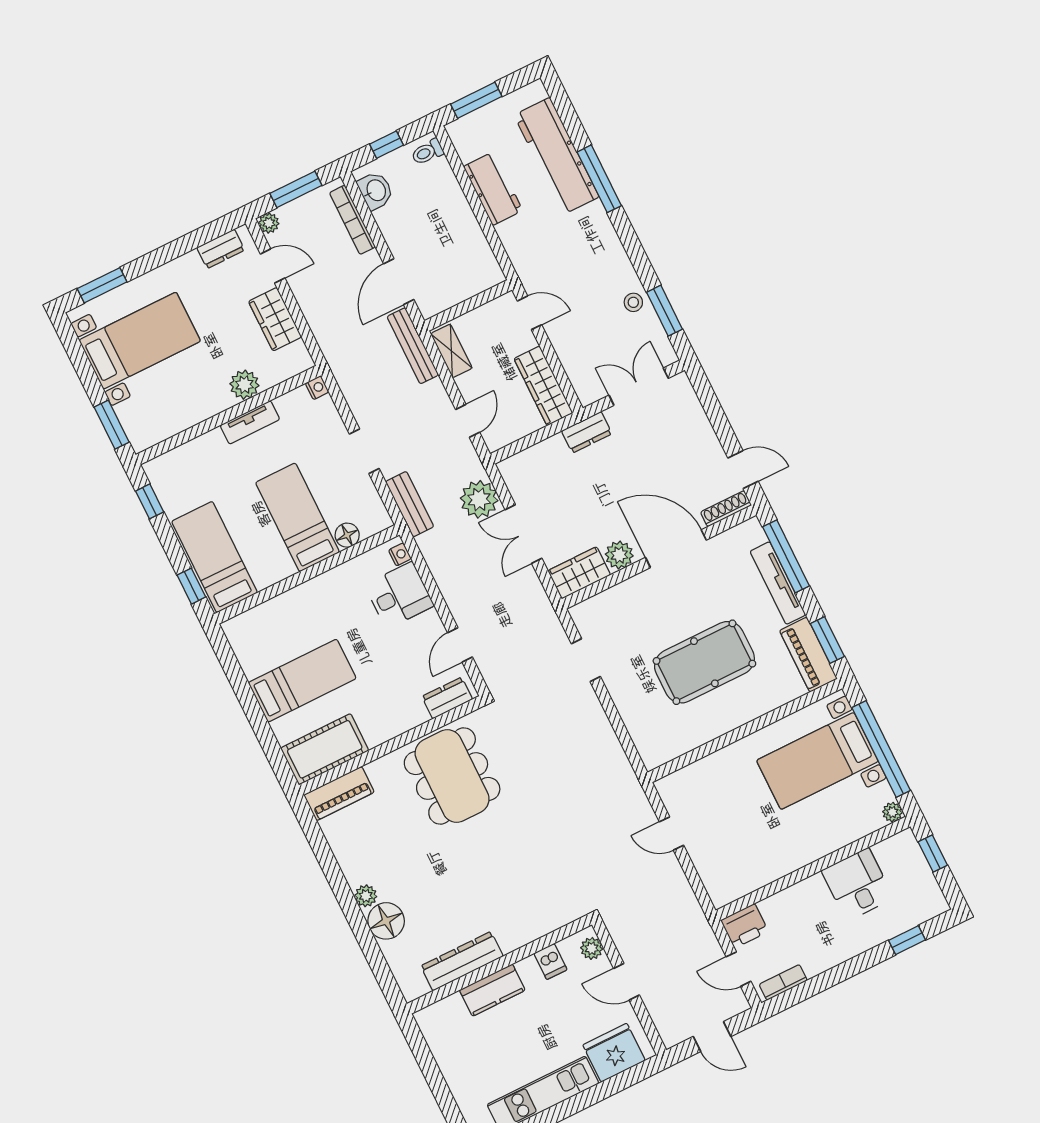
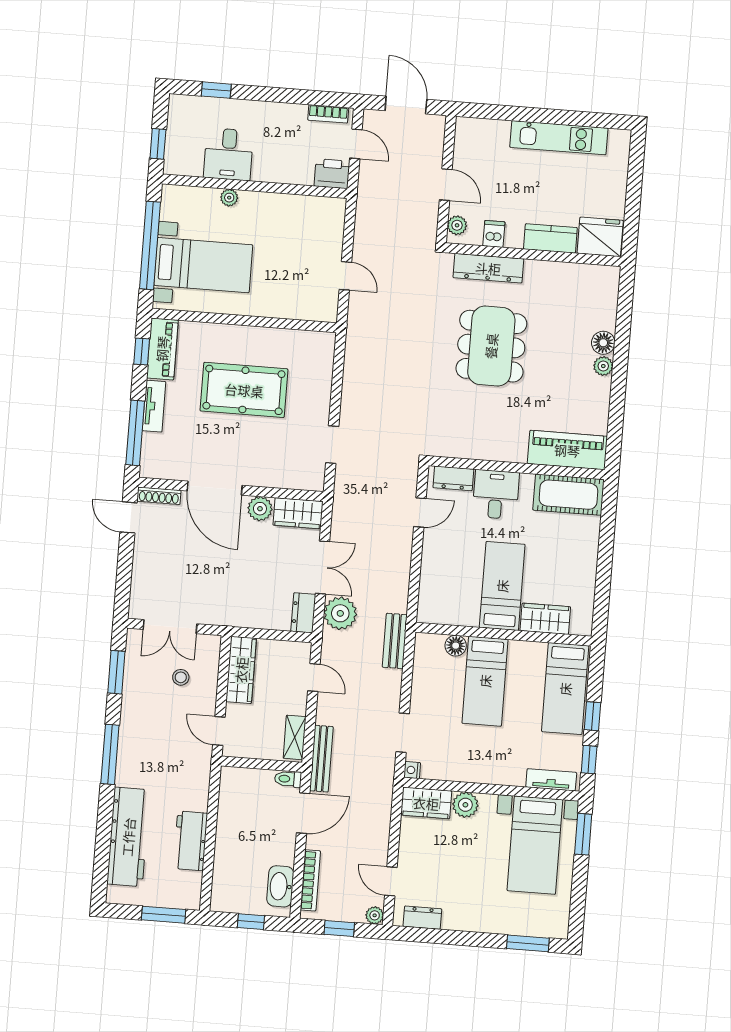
toilet: (427, 152) -> (288, 779), moved, turned 180
window: (599, 179) -> (110, 754), moved
window: (296, 189) -> (339, 929), width x0.67
washbasin: (376, 191) -> (280, 886), width x1.38
stool: (633, 302) -> (181, 677), moved
wardrobe: (275, 319) -> (426, 803), moved, turned 90
bed with nightstands: (140, 341) -> (535, 845), moved, turned -90
door: (468, 421) -> (314, 678), swing flipped
tv unit: (250, 422) -> (551, 780), moved
dresser: (587, 432) -> (303, 613), moved, turned -90
doorway: (364, 451) -> (403, 733), moved
nightstand: (400, 554) -> (425, 607), removed
tv unit: (778, 583) -> (154, 406), width x0.71
window: (191, 586) -> (592, 716), moved
desk: (399, 595) -> (496, 494), moved, turned 90
wardrobe: (275, 614) -> (545, 619), added
window: (827, 640) -> (142, 352), width x0.67
bed: (302, 681) -> (502, 586), moved, turned 90
dining table: (452, 776) -> (491, 346), moved
piano: (339, 794) -> (567, 450), width x1.37, depth x1.33
plant: (892, 812) -> (229, 198), moved
floor lamp: (386, 921) -> (603, 343), width x0.73, depth x0.73
dresser: (462, 961) -> (488, 268), moved
door: (712, 1037) -> (406, 105), width x1.38
fridge: (614, 1053) -> (600, 237), moved, turned 180

